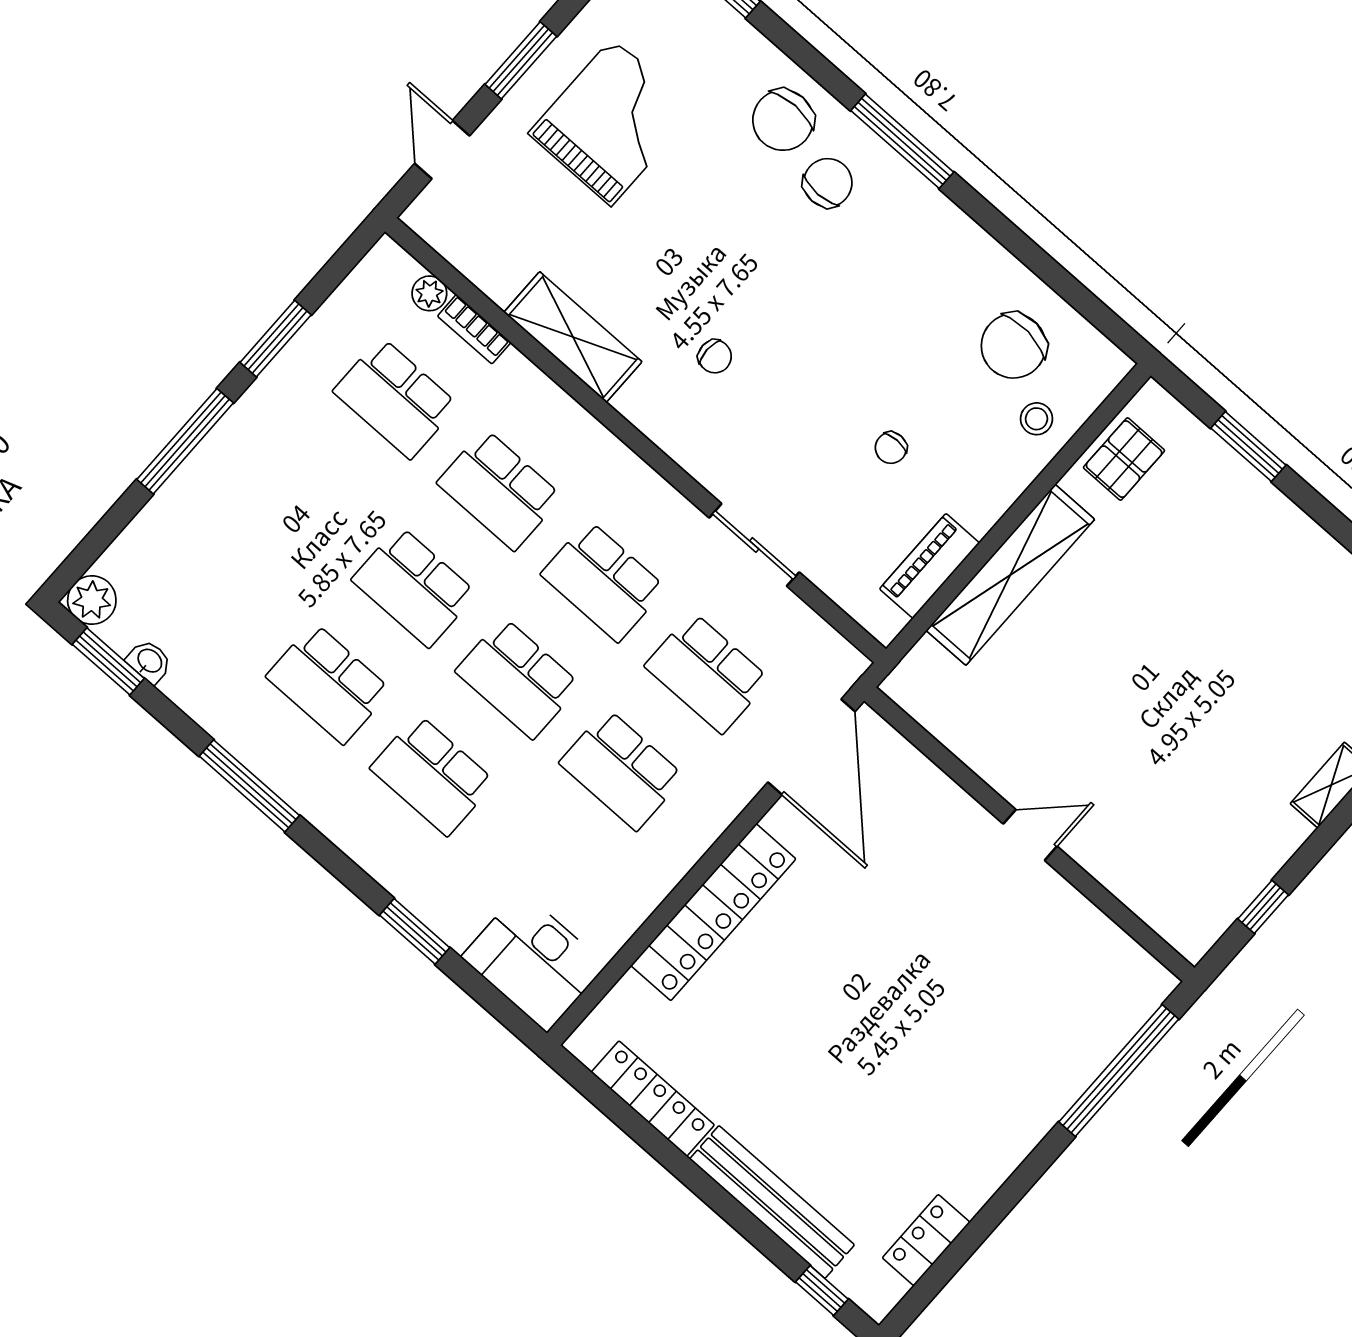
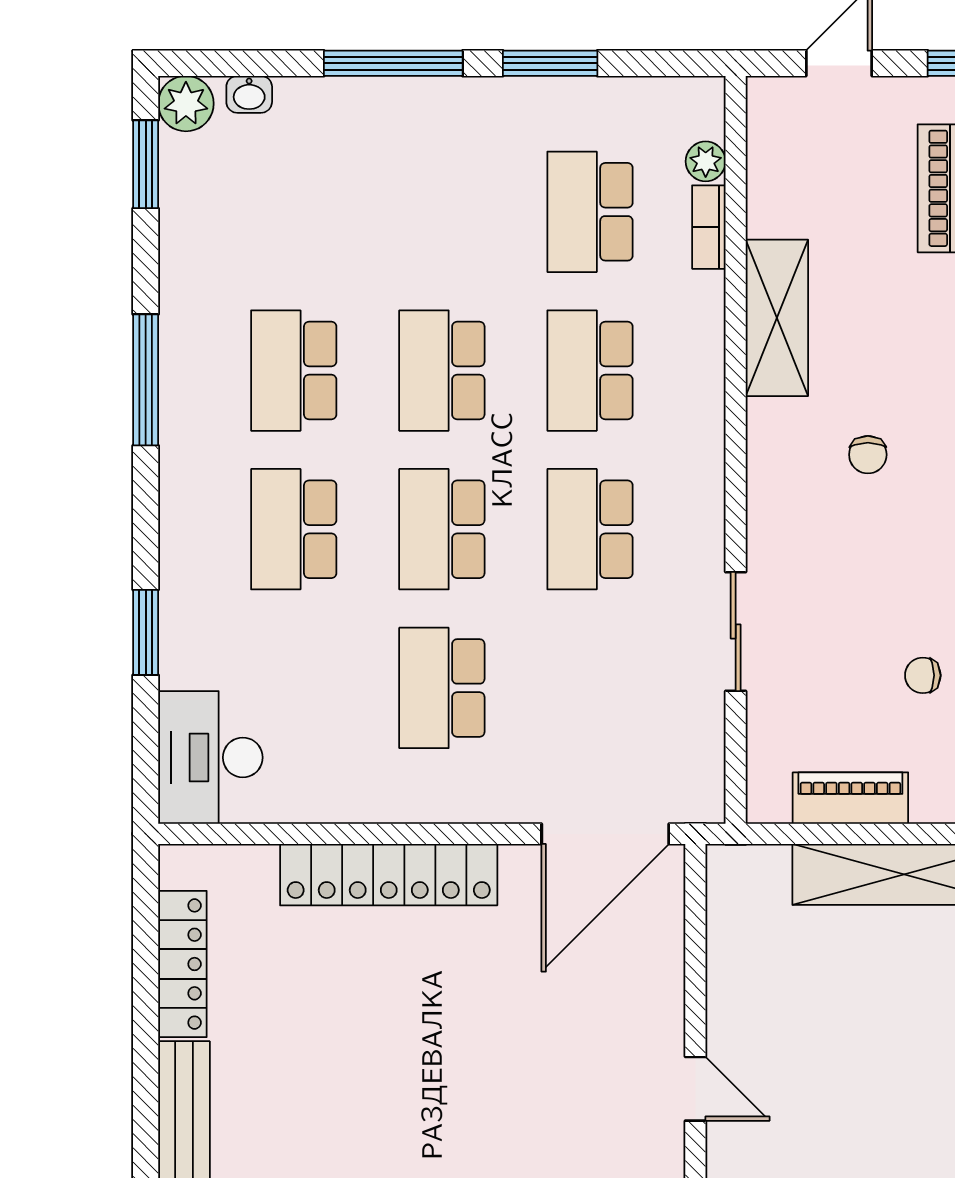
washbasin: (149, 661) -> (249, 94), moved, turned 90
school desk: (707, 673) -> (590, 688), removed

